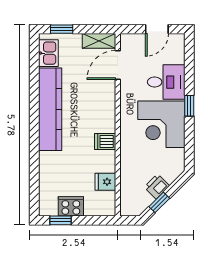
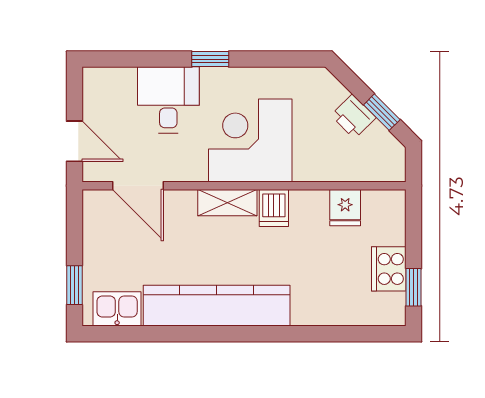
door: (157, 29) -> (74, 141), moved
shelving: (99, 41) -> (227, 203), moved, turned 90
corner desk: (161, 124) -> (250, 140), moved, turned 180

